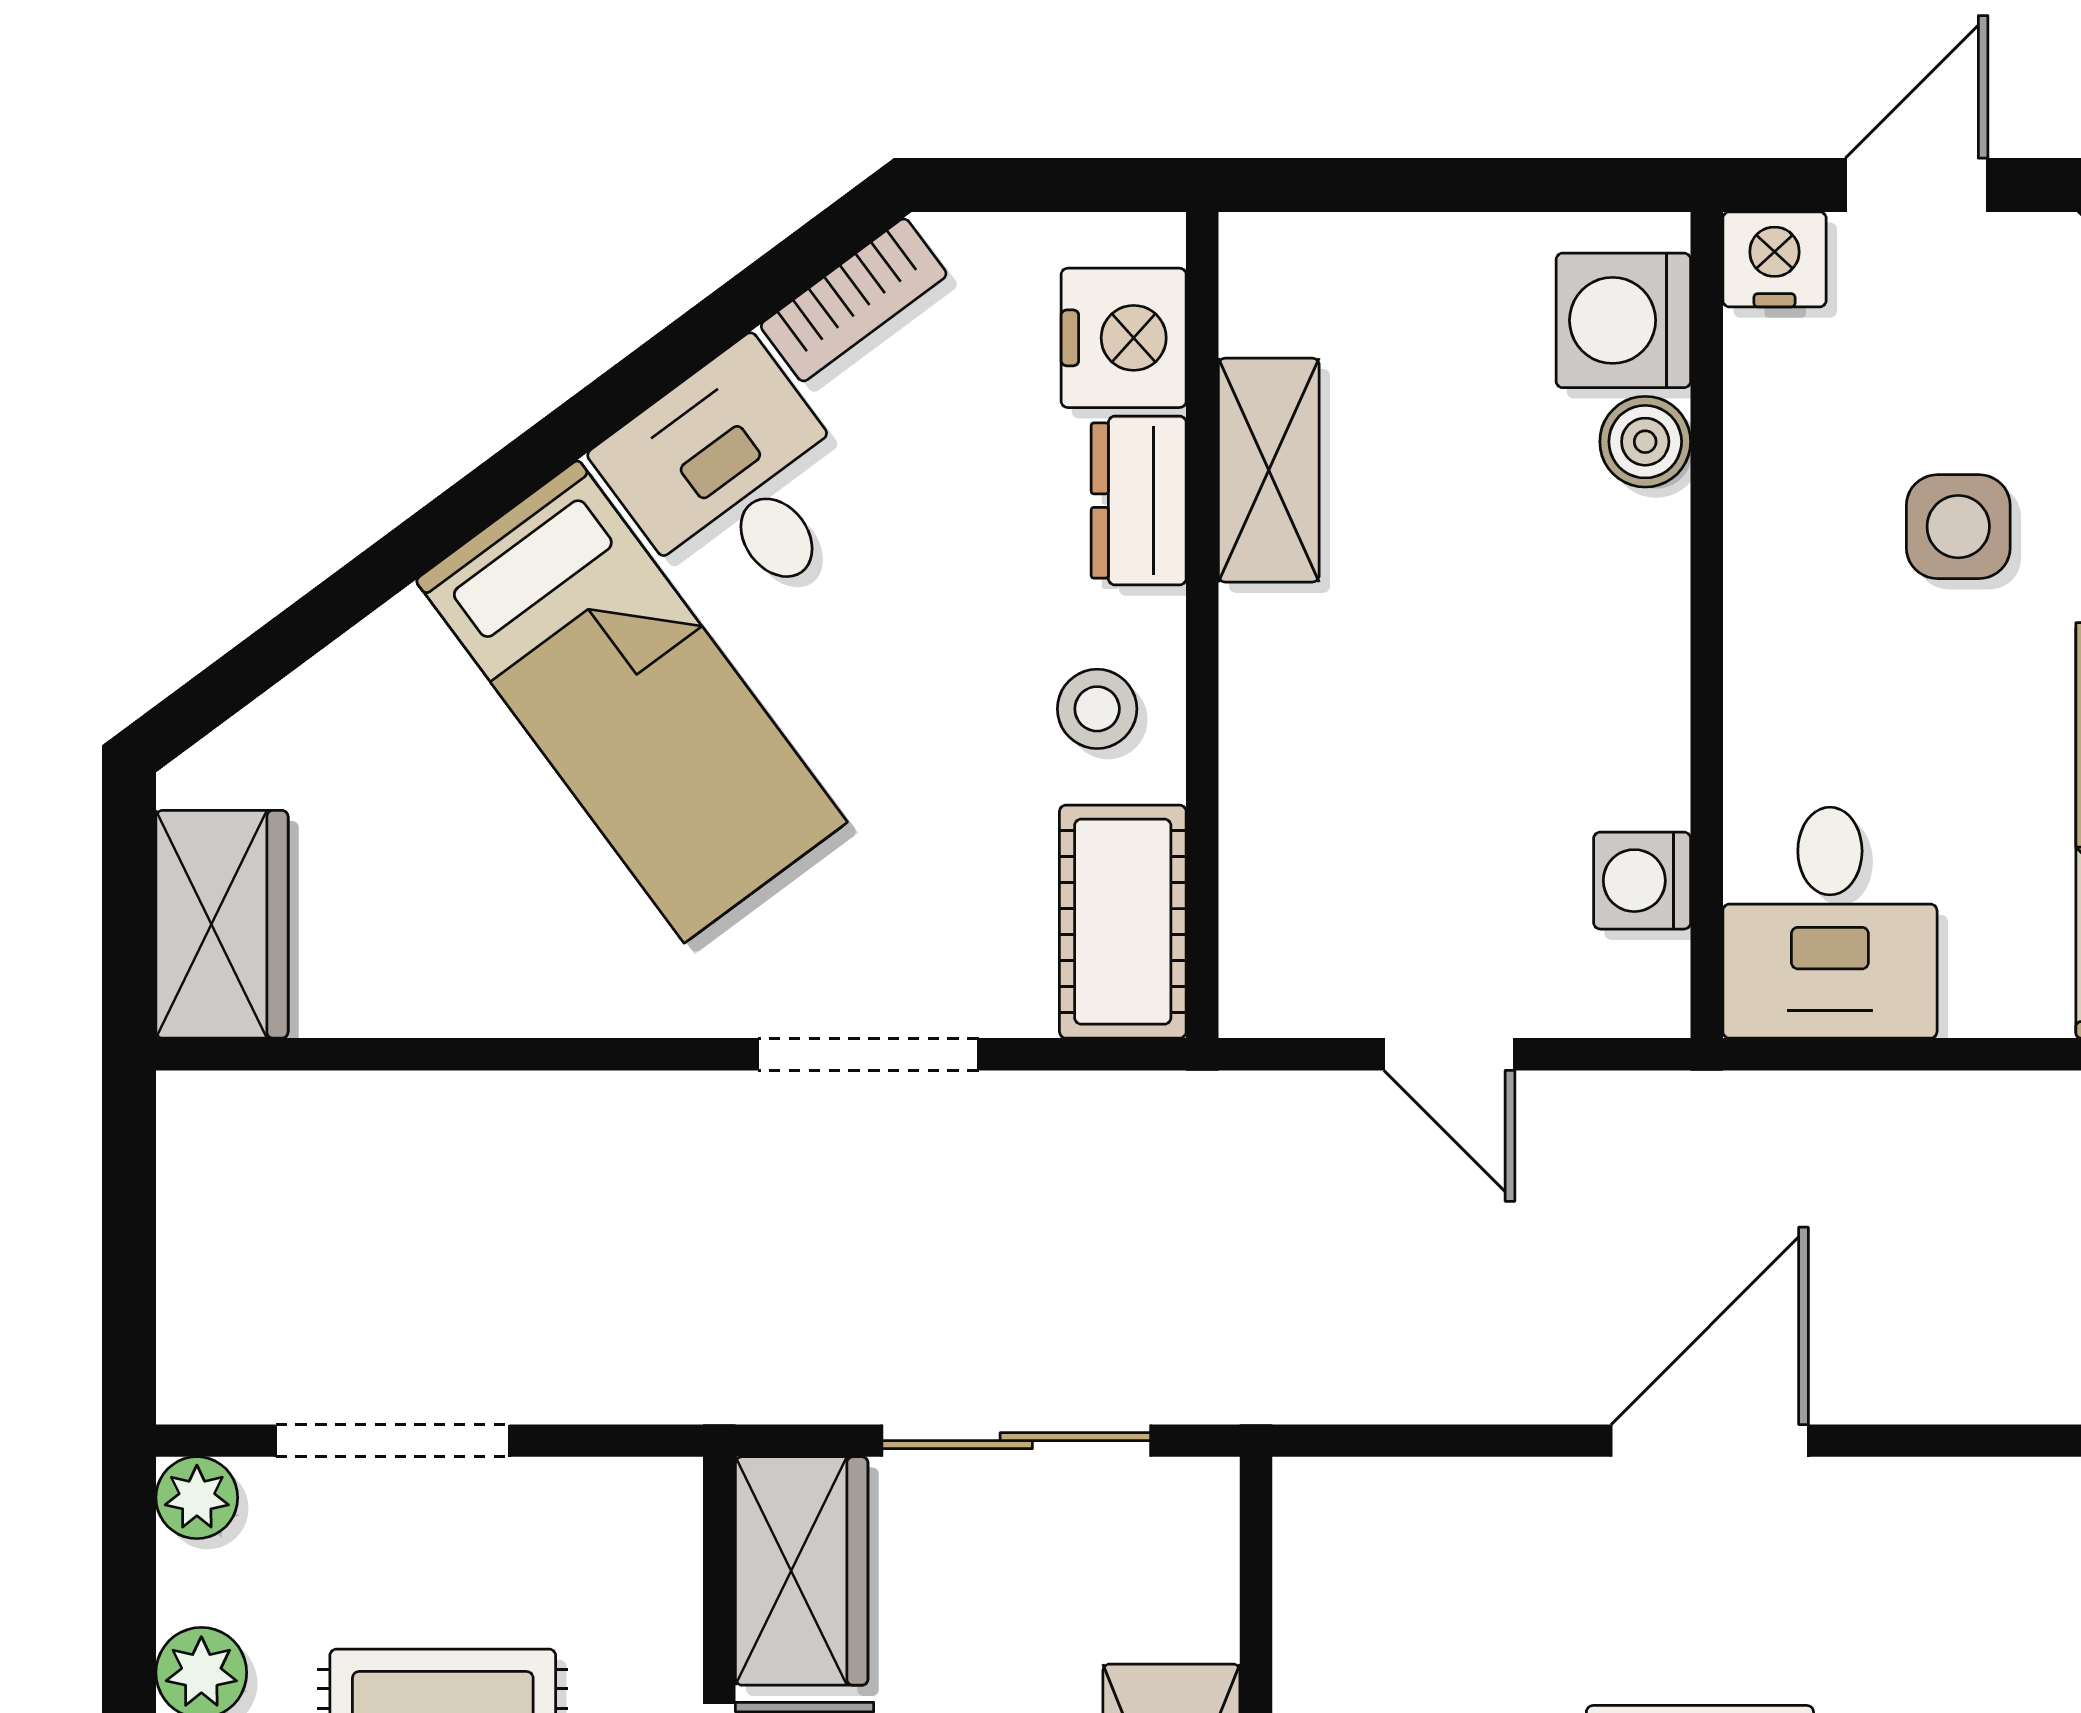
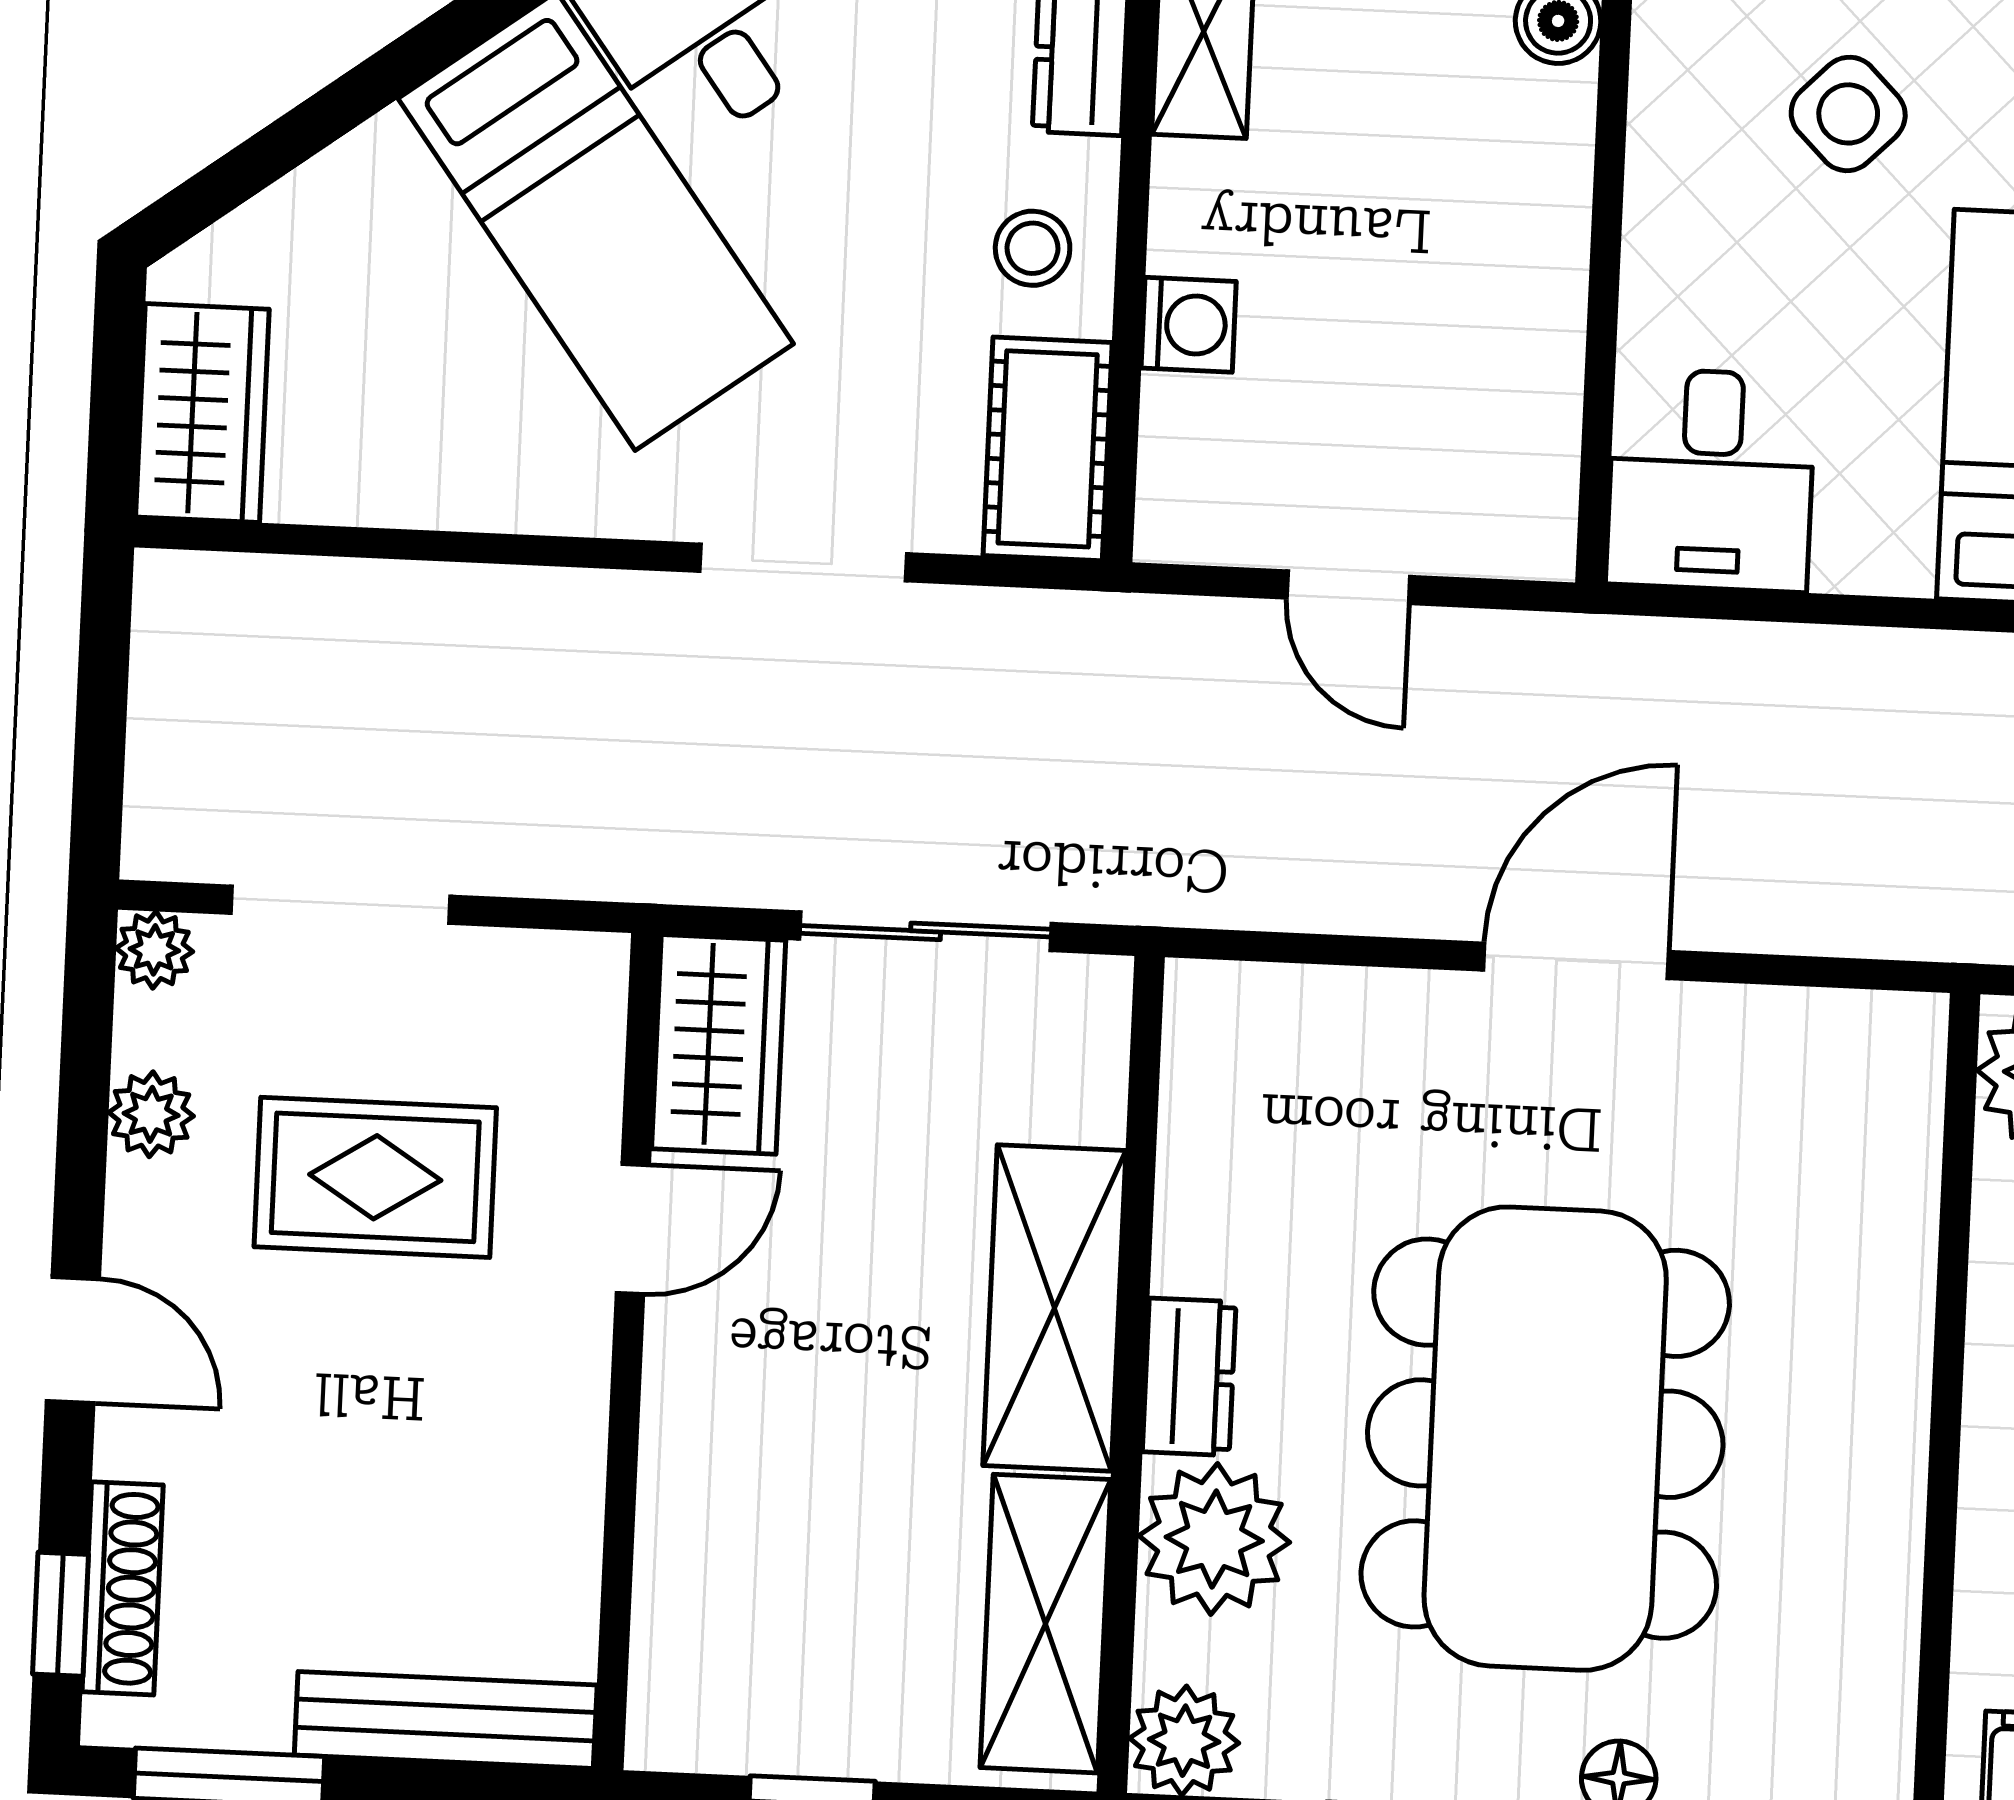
side table: (1958, 527) -> (1848, 114), turned 45
washing machine: (1642, 881) -> (1189, 325), moved, turned 180

